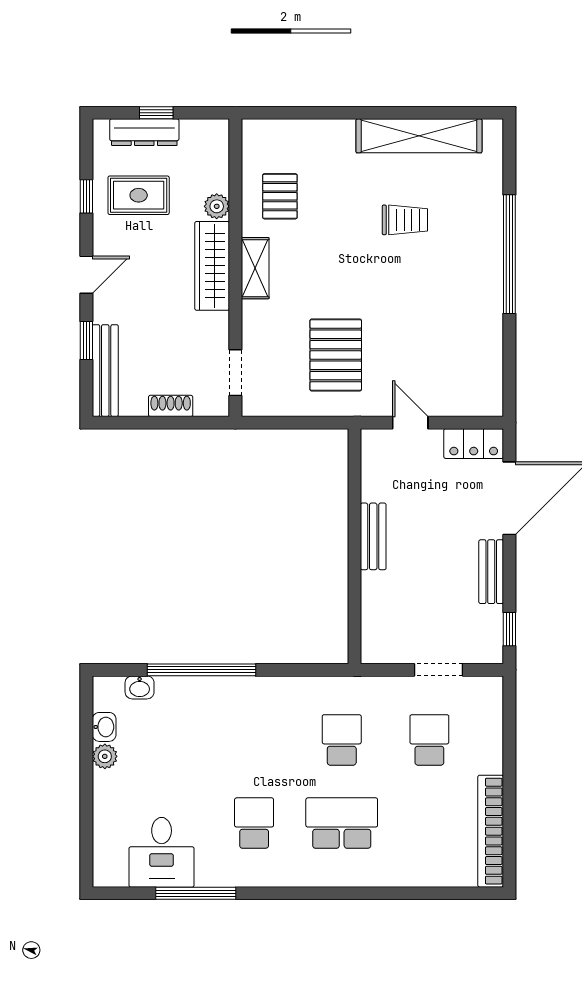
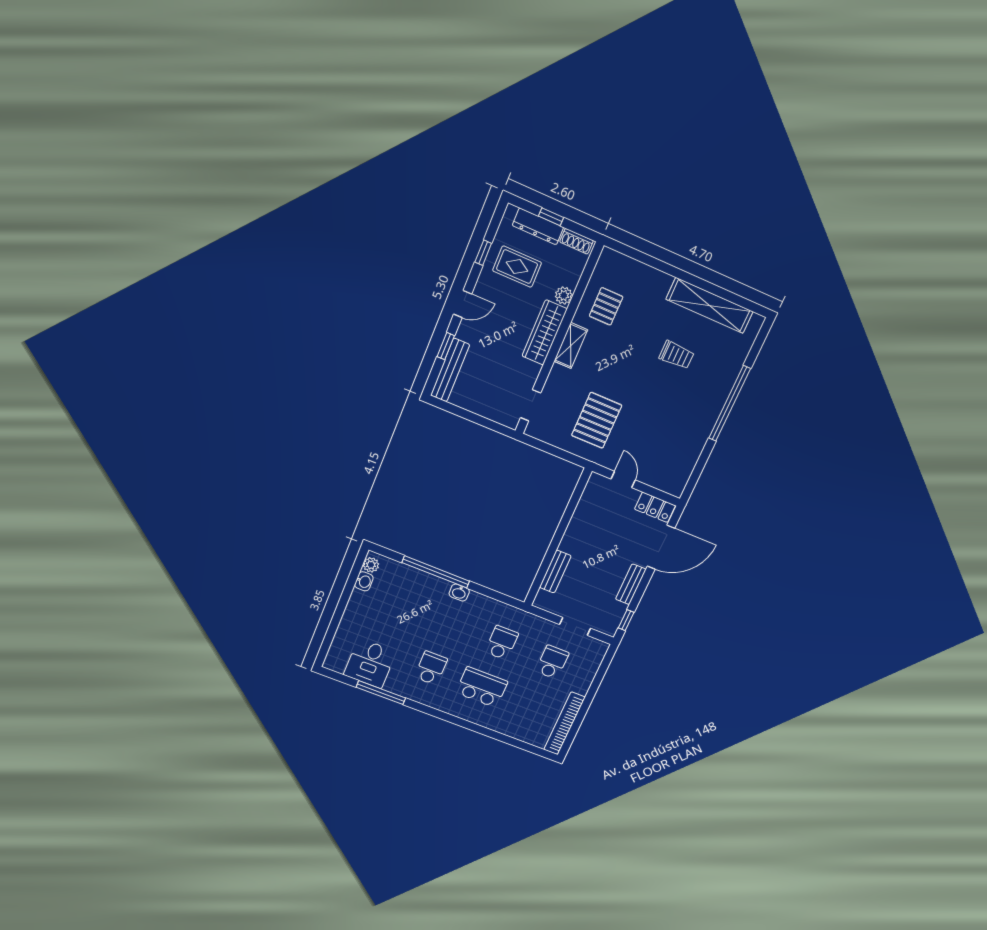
shoe rack: (171, 406) -> (576, 241), moved, turned 180
bench: (373, 536) -> (555, 572), moved
washbasin: (140, 687) -> (459, 593), moved
plant: (105, 756) -> (371, 565), moved

